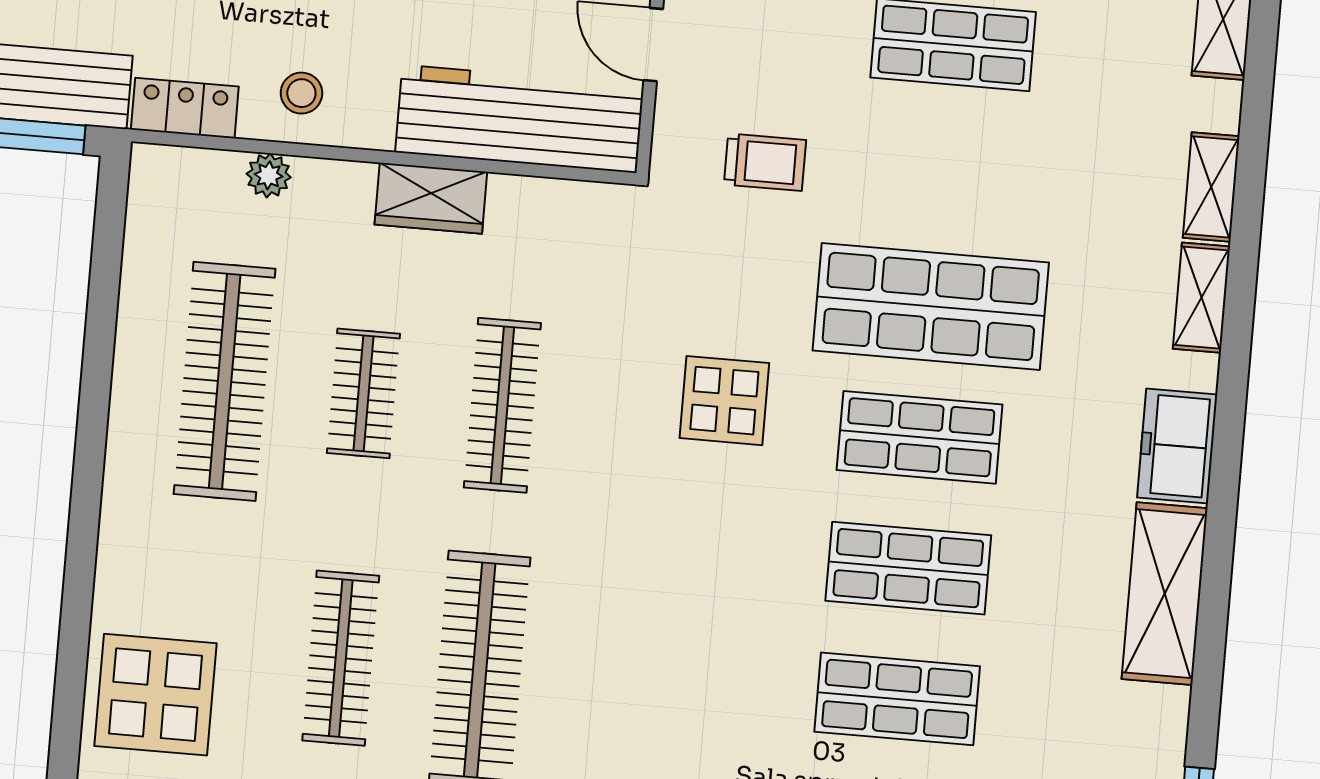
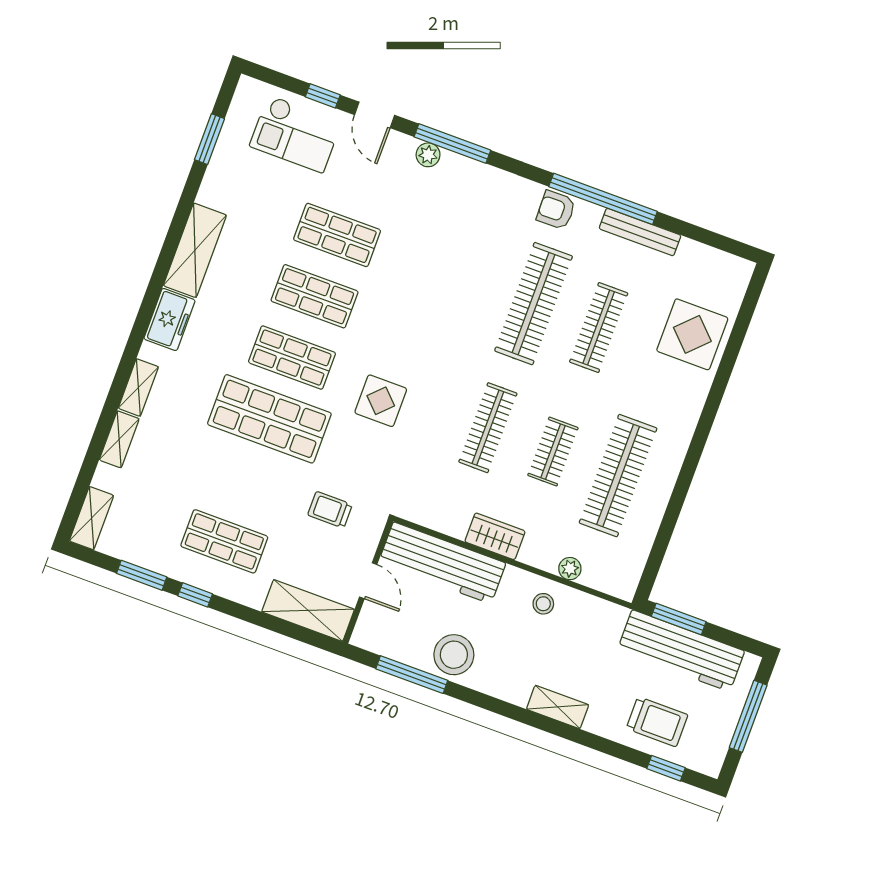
locker: (185, 108) -> (601, 612), removed

